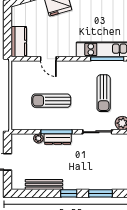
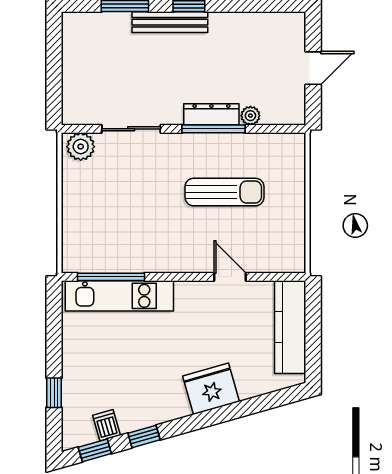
kitchen counter: (19, 42) -> (290, 327), width x1.50
sun lounger: (104, 93) -> (118, 207), removed
bench: (44, 184) -> (170, 22), moved

